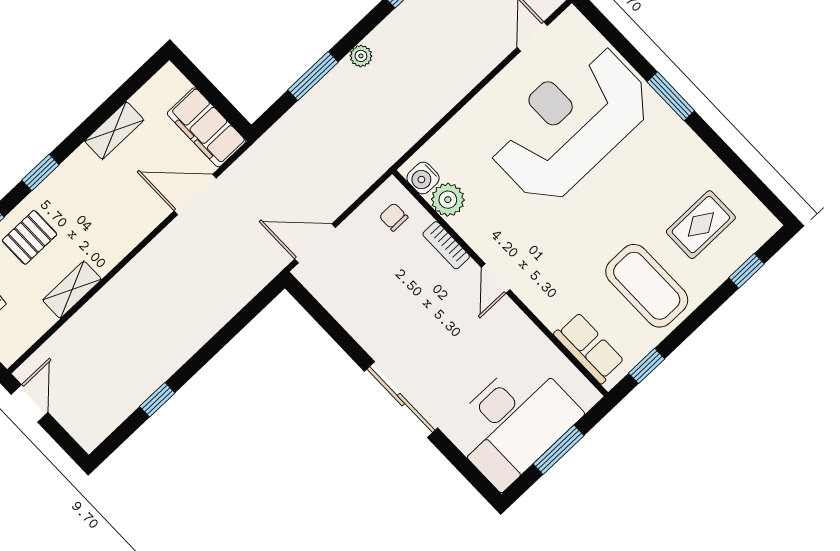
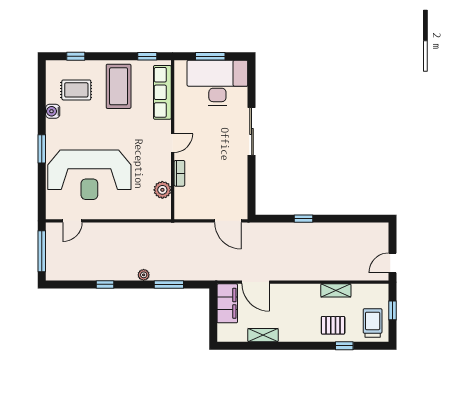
window: (40, 173) -> (306, 346), removed
water cooler: (423, 178) -> (53, 111), moved, turned 180
chair: (394, 217) -> (189, 203), removed
row of seats: (589, 348) -> (162, 92), width x1.48
window: (157, 400) -> (304, 219), moved

